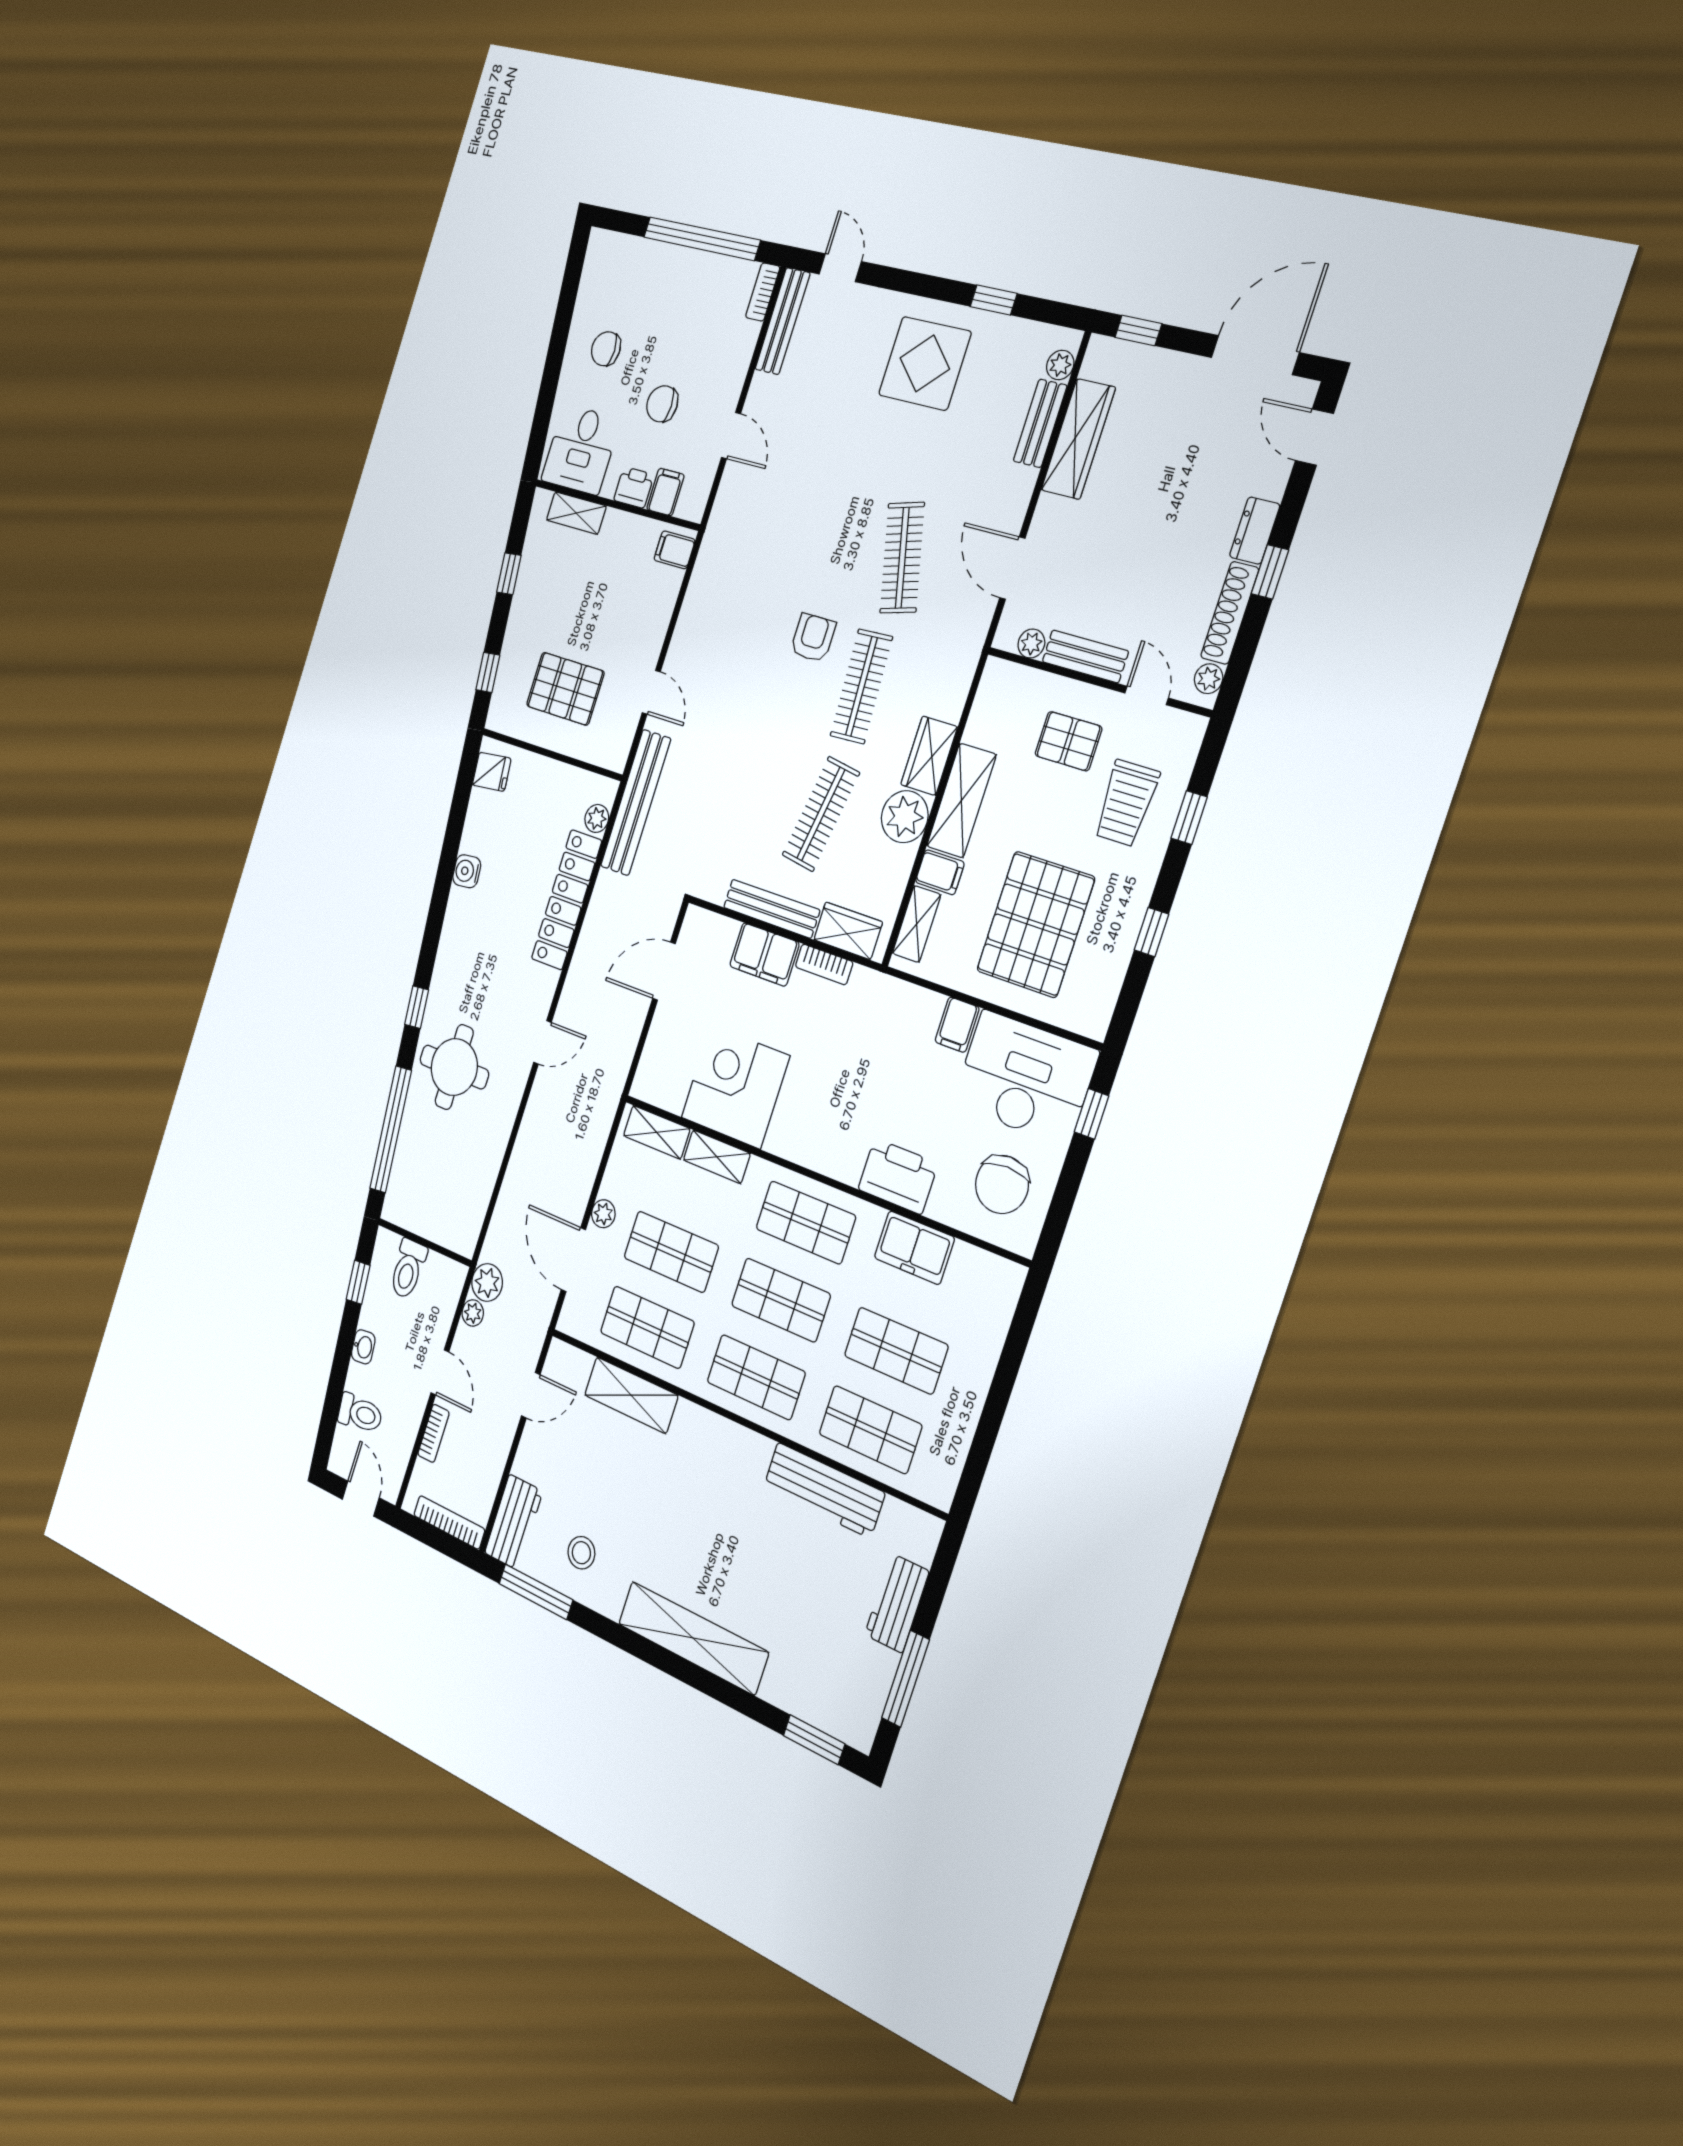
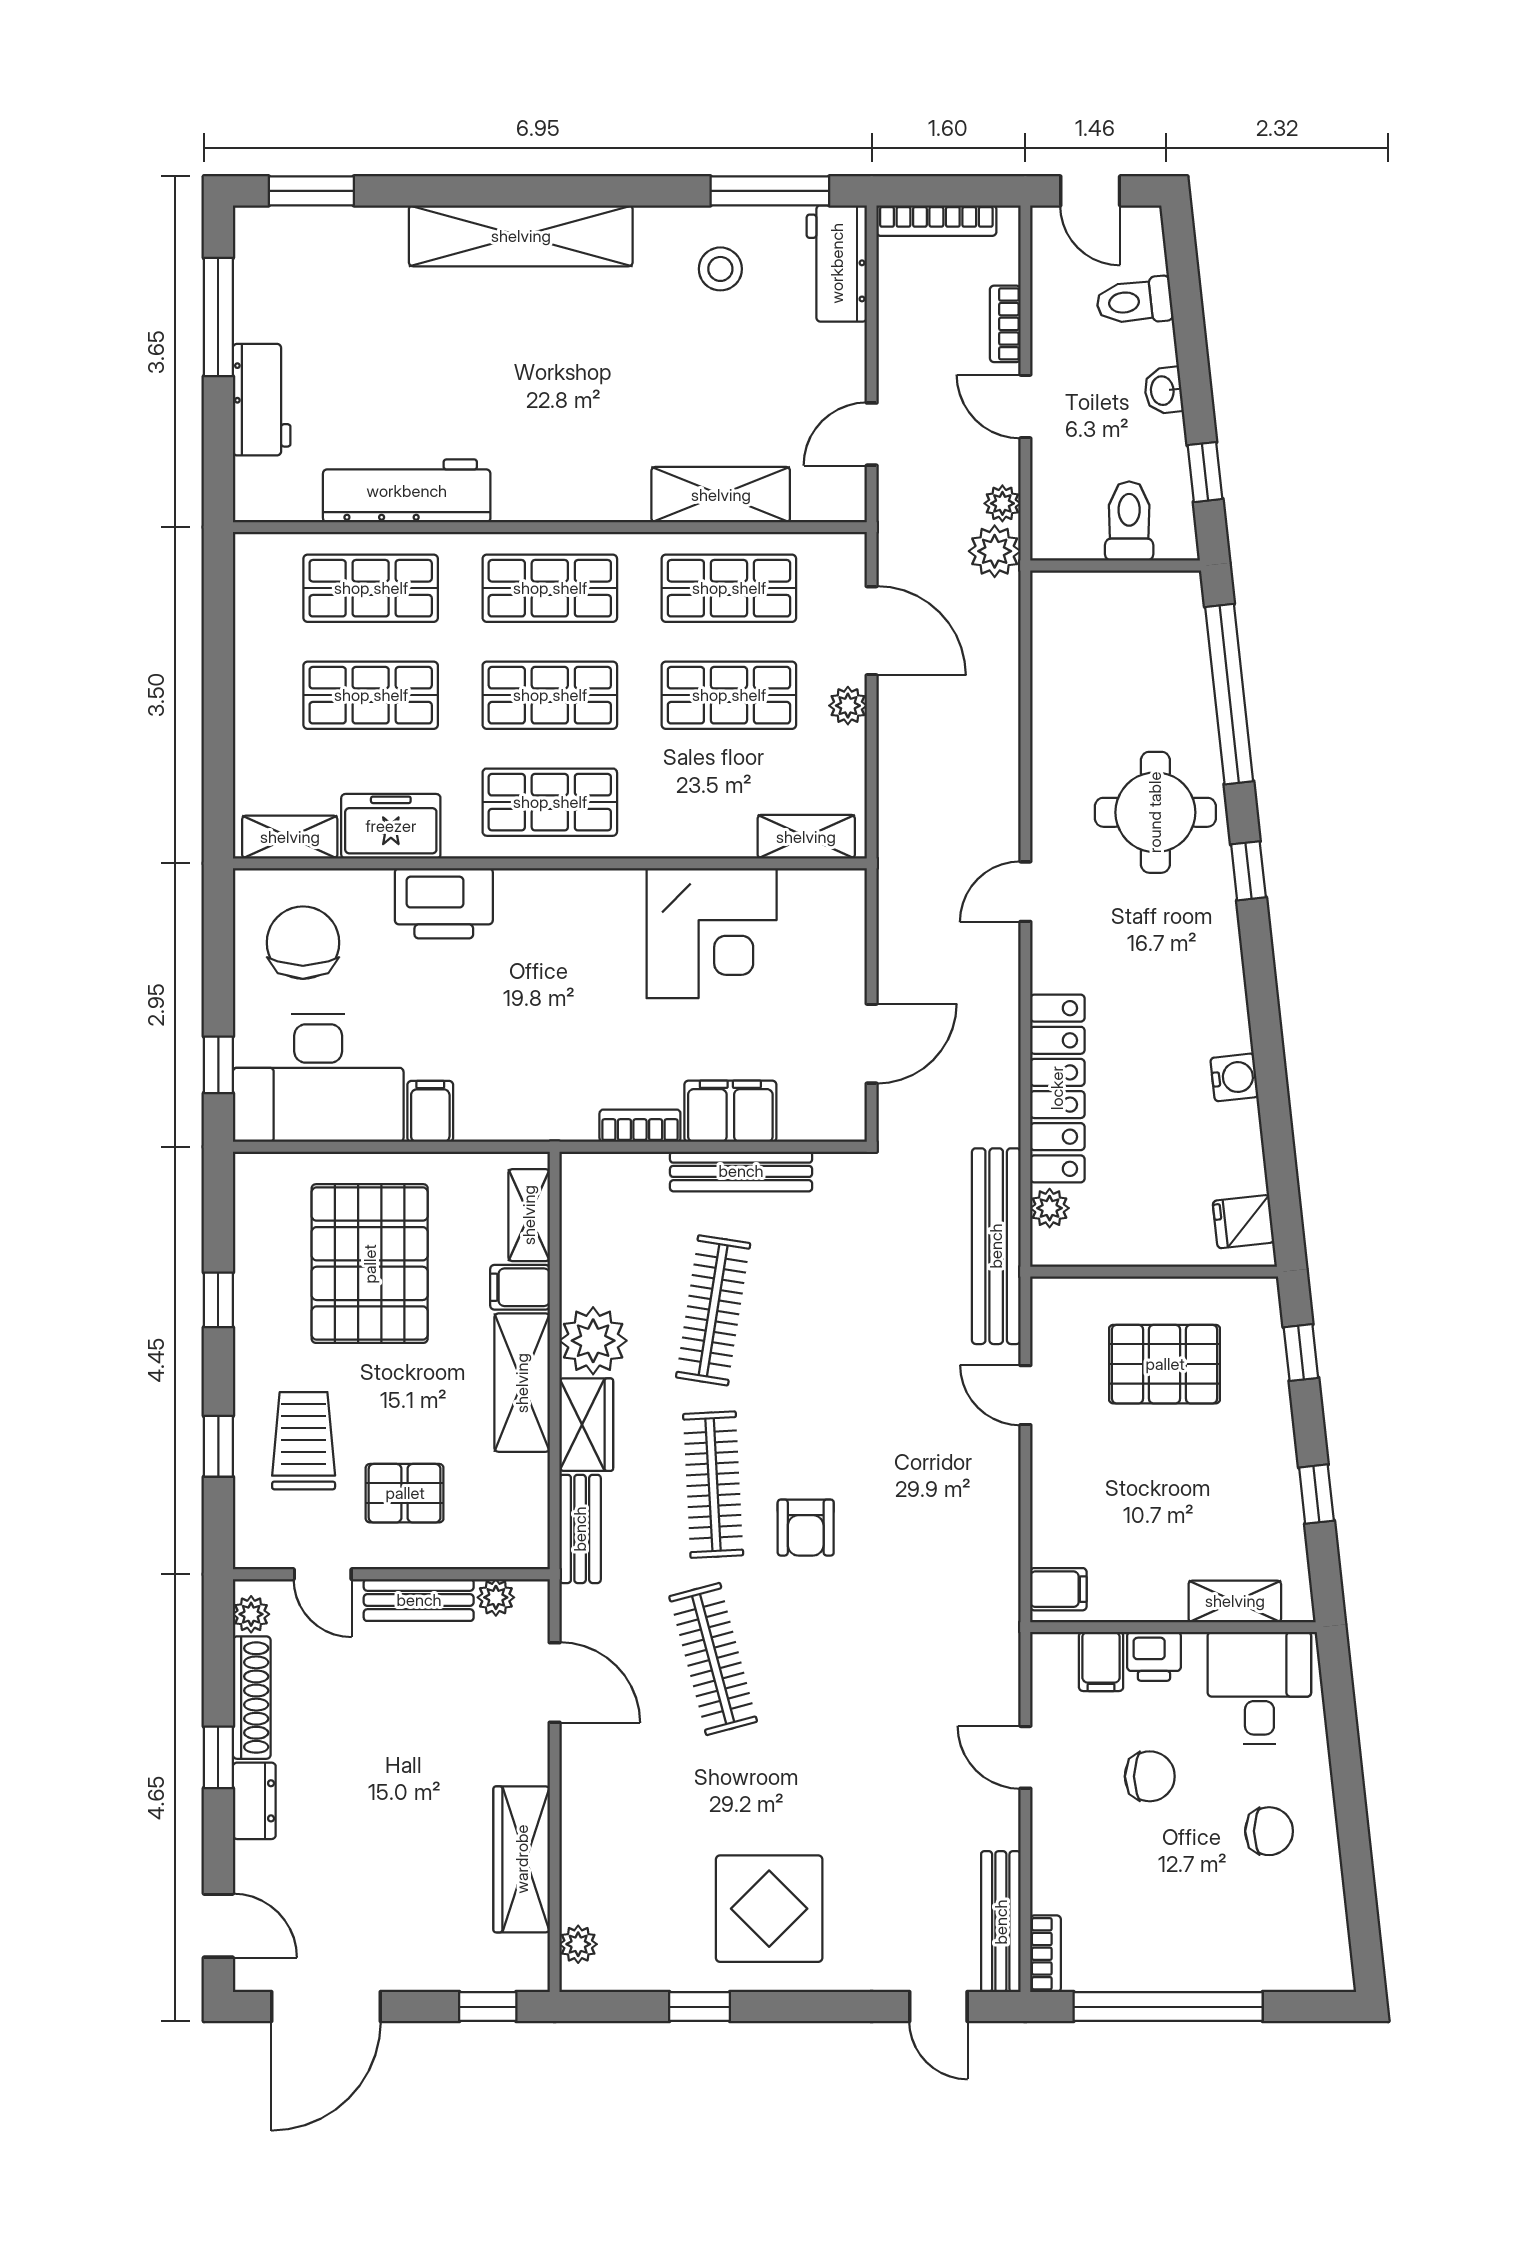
bench: (1040, 423) -> (580, 1529), moved
wardrobe: (848, 931) -> (621, 1178), removed
shelving: (717, 1157) -> (290, 837), moved

